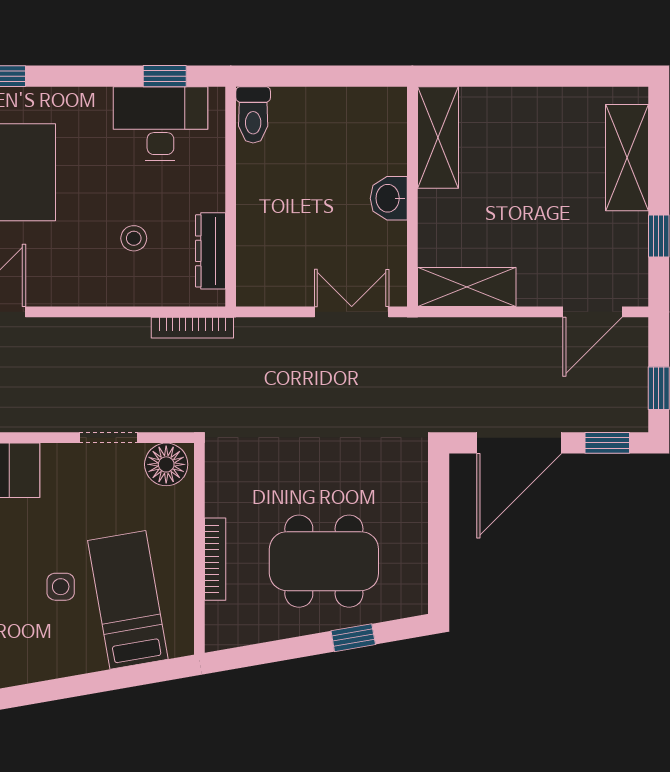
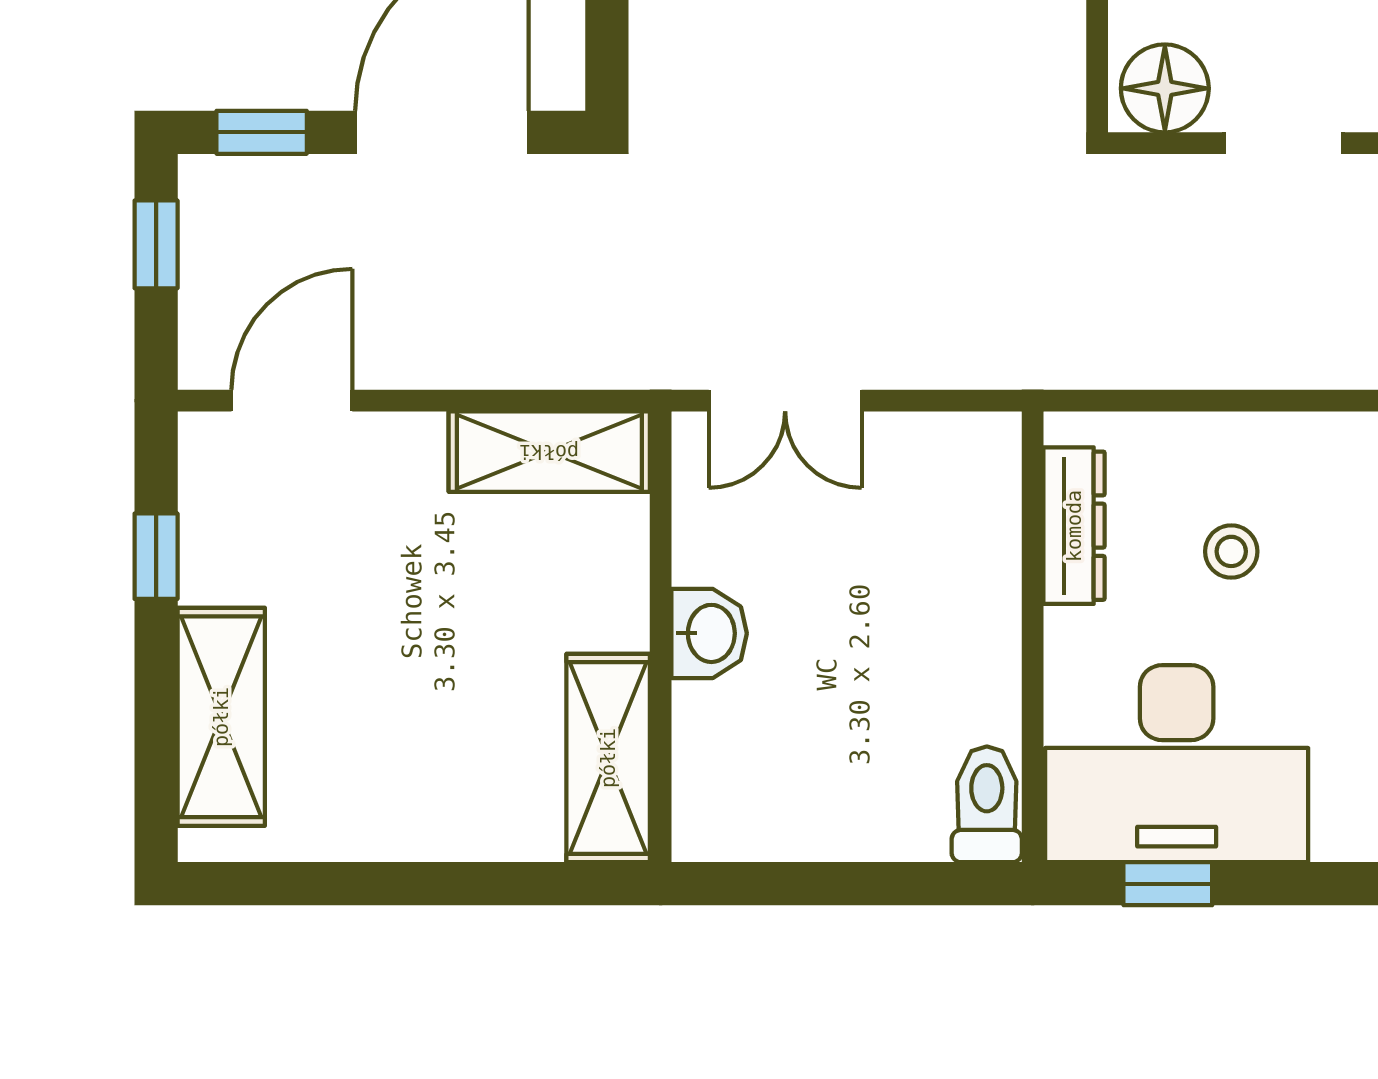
desk: (160, 124) -> (1177, 764), width x1.36, depth x1.30
bookcase: (192, 328) -> (1111, 368), removed

